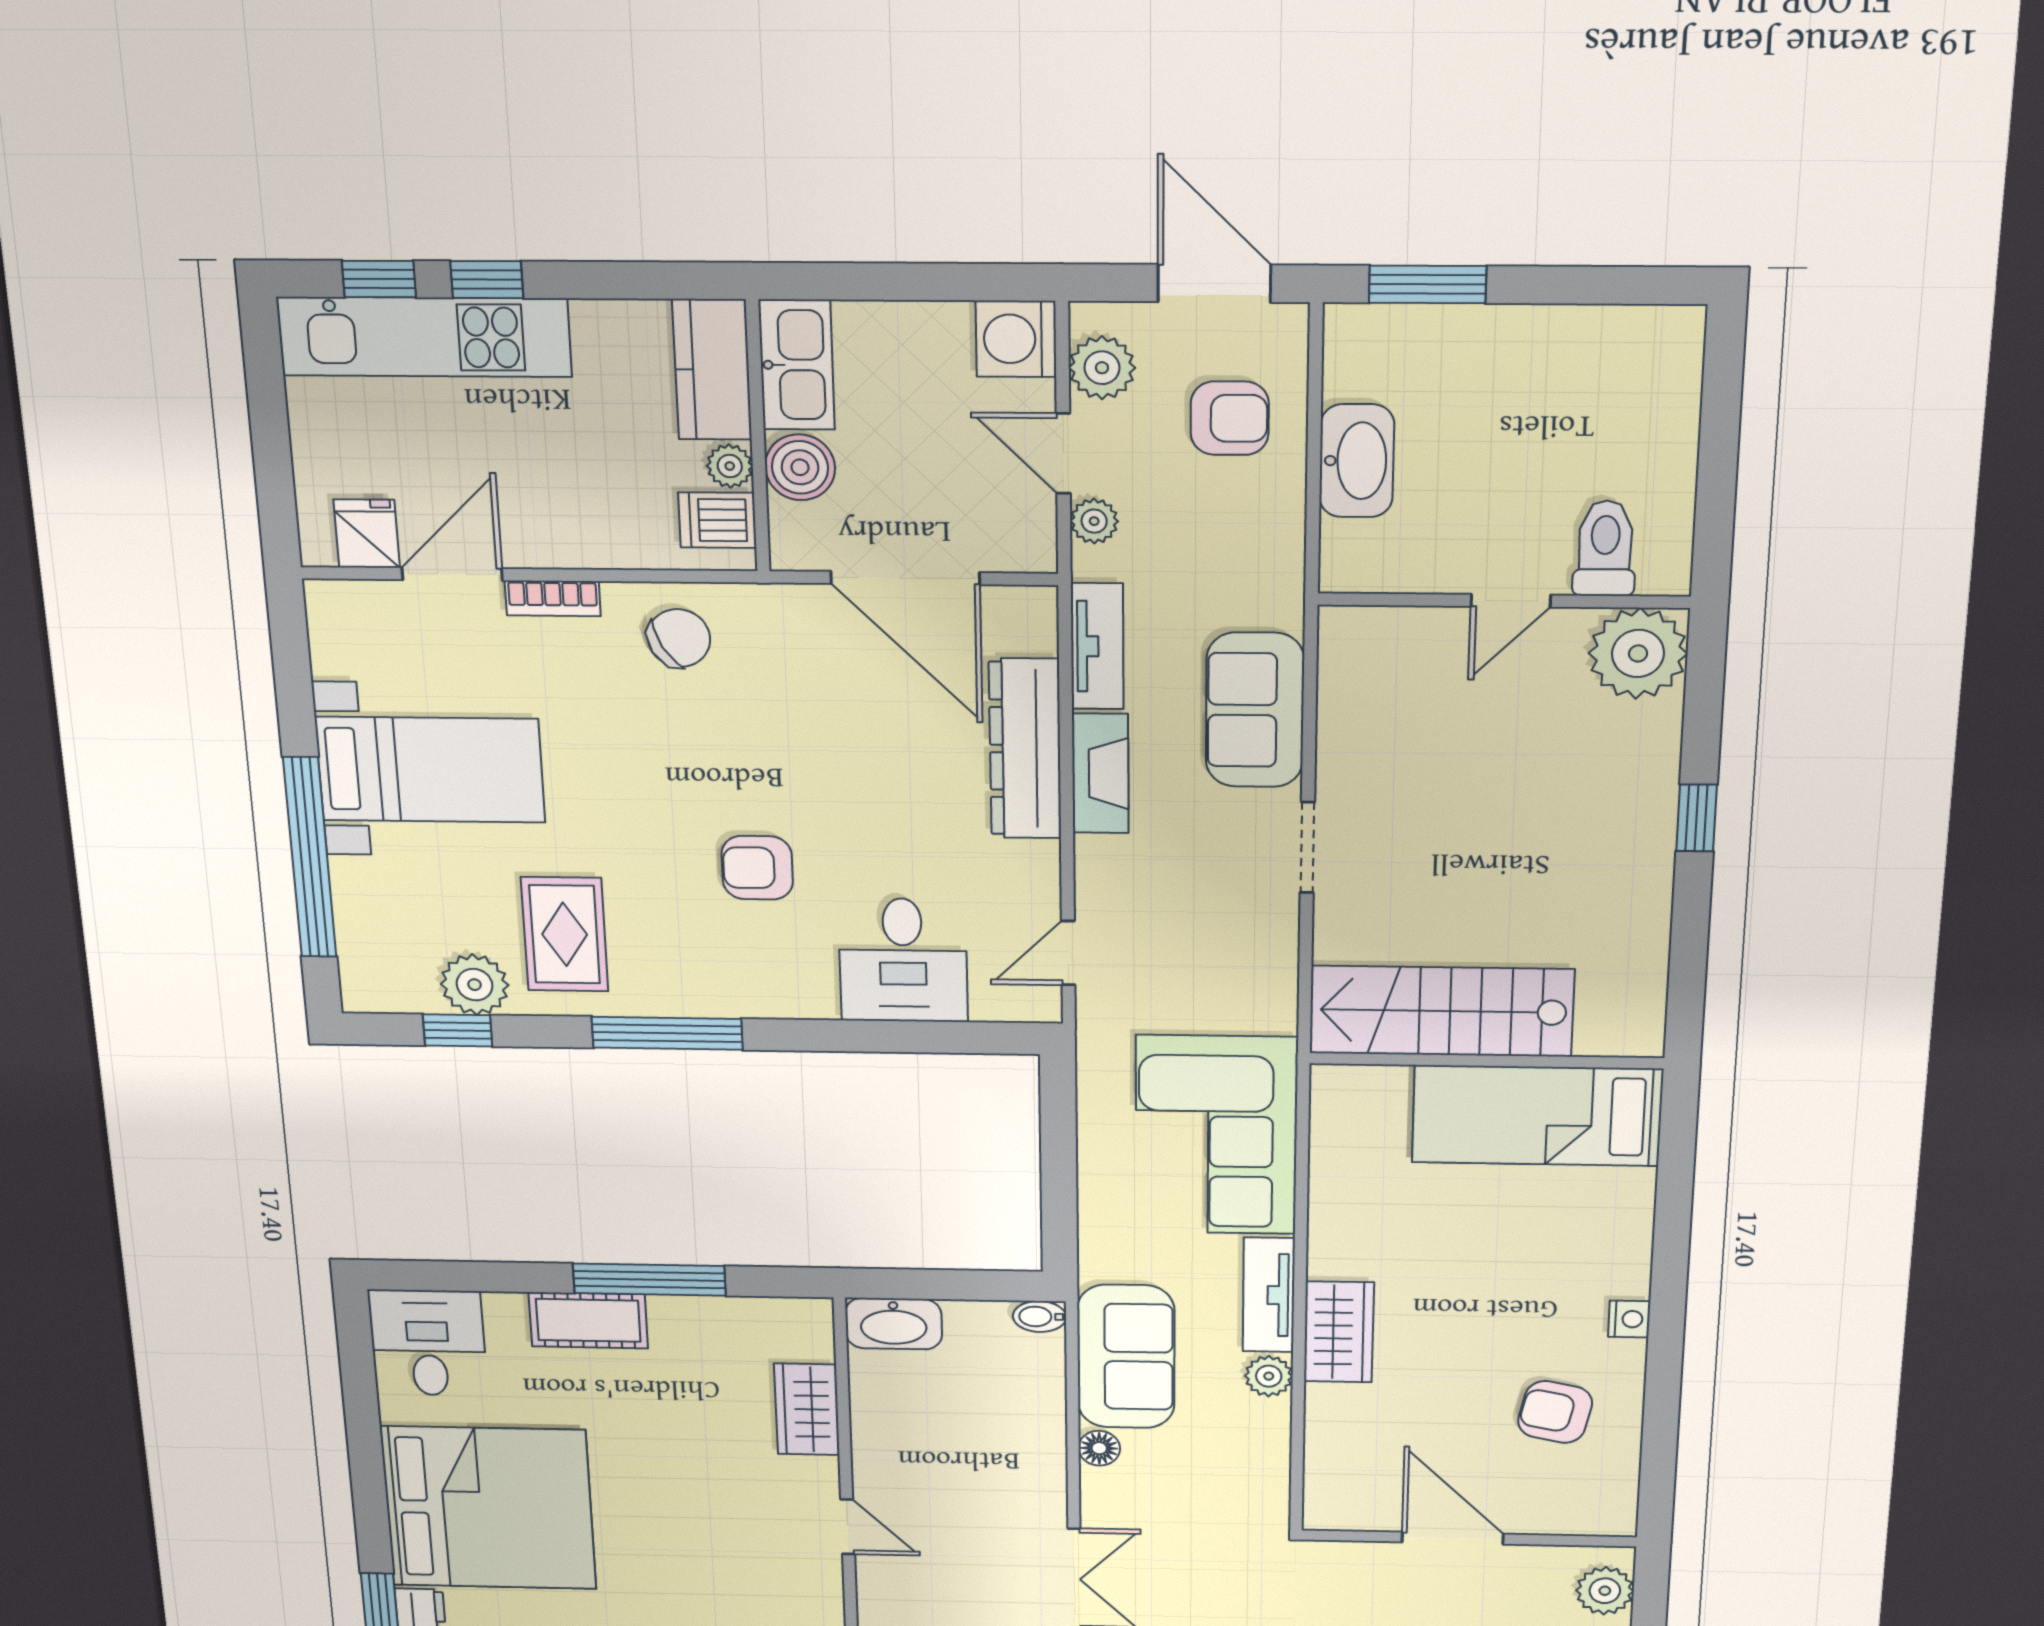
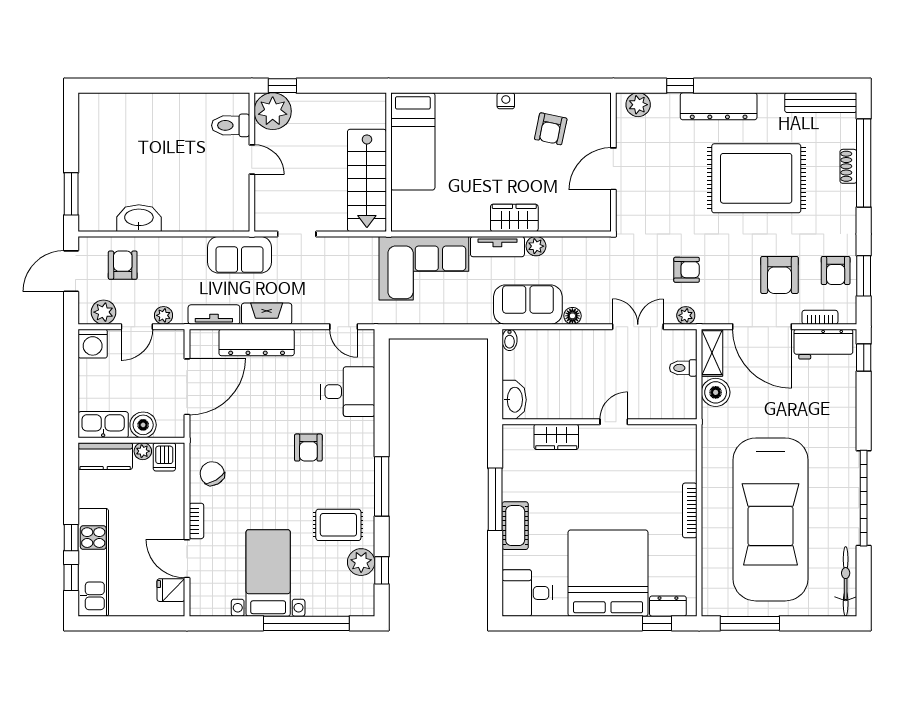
toilet: (1605, 548) -> (231, 125), moved
wall: (1504, 601) -> (252, 162), moved
door: (1511, 601) -> (252, 160), moved
plant: (1638, 653) -> (273, 111), moved

